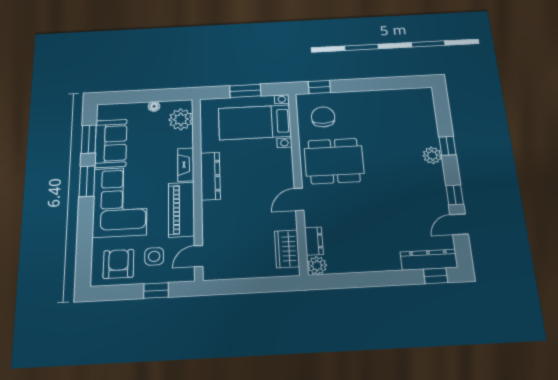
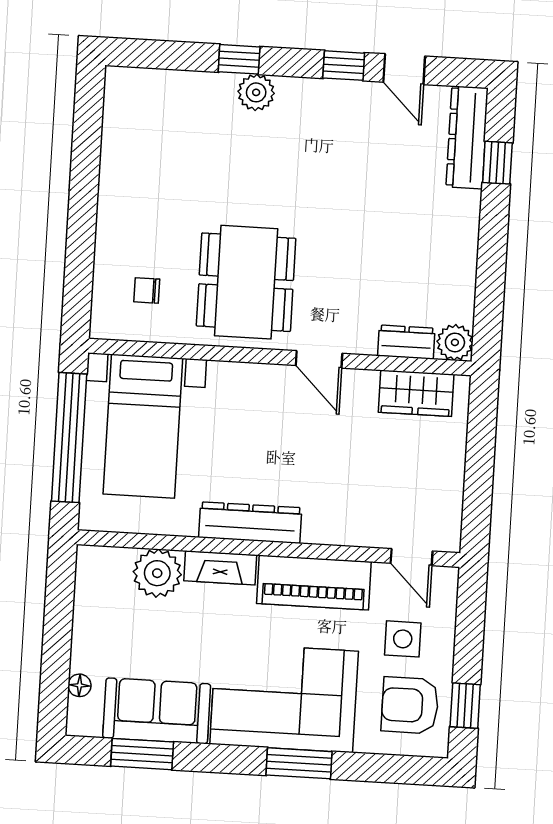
window: (319, 87) -> (78, 289), removed
window: (245, 91) -> (69, 438), width x2.11
floor lamp: (154, 106) -> (79, 685), moved
chair: (323, 117) -> (147, 290), width x0.54, depth x0.54
plant: (181, 119) -> (157, 573), moved
window: (87, 181) -> (299, 763), moved
window: (436, 276) -> (497, 163), moved
window: (156, 290) -> (465, 706), moved

